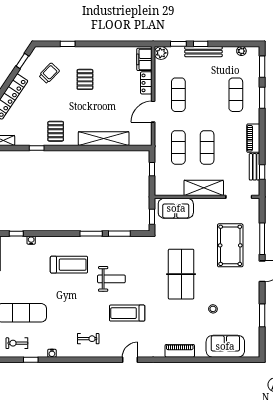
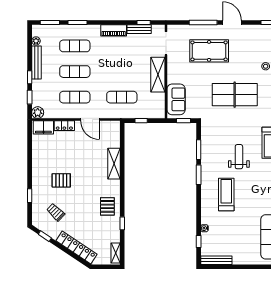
bench: (203, 52) -> (36, 62), moved
pallet: (56, 131) -> (107, 206), turned 90
shelving: (104, 139) -> (114, 164), width x0.68
exercise mat: (207, 147) -> (75, 72), moved

